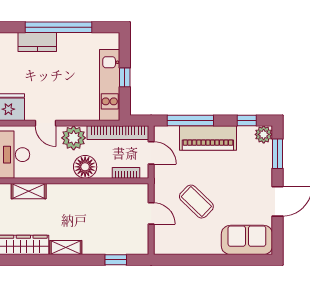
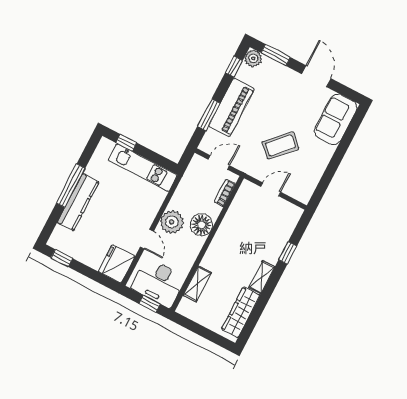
window: (58, 27) -> (71, 186), width x0.68
kitchen counter: (37, 42) -> (78, 202), width x1.50
window: (125, 77) -> (126, 143), moved
window: (190, 121) -> (209, 115), width x0.69
door: (46, 123) -> (147, 239), hinge flipped
bookcase: (118, 133) -> (187, 182), removed
window: (116, 260) -> (288, 253), moved

